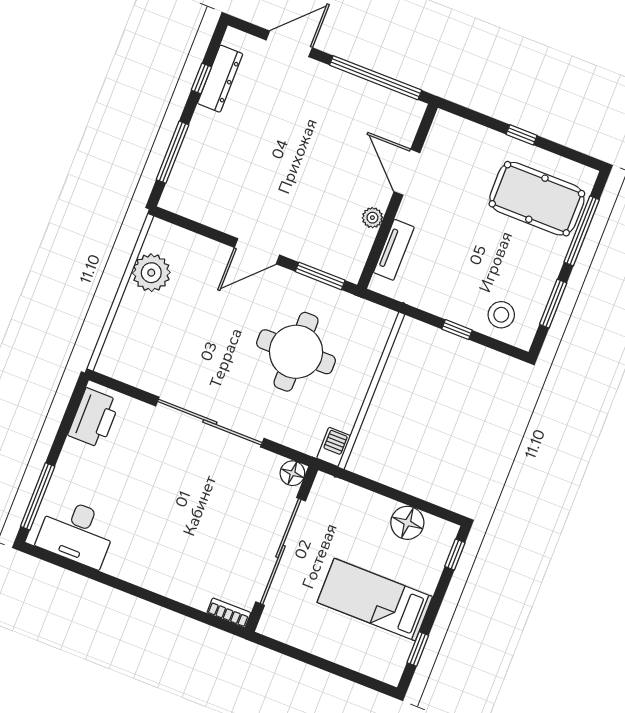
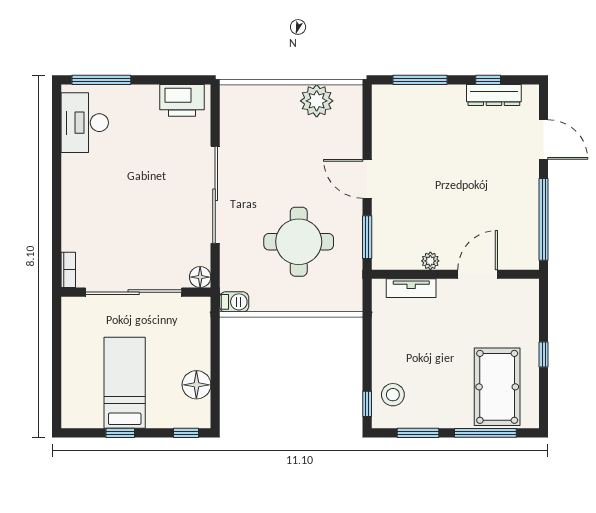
window: (457, 330) -> (367, 404), moved
window: (418, 649) -> (120, 433), moved

